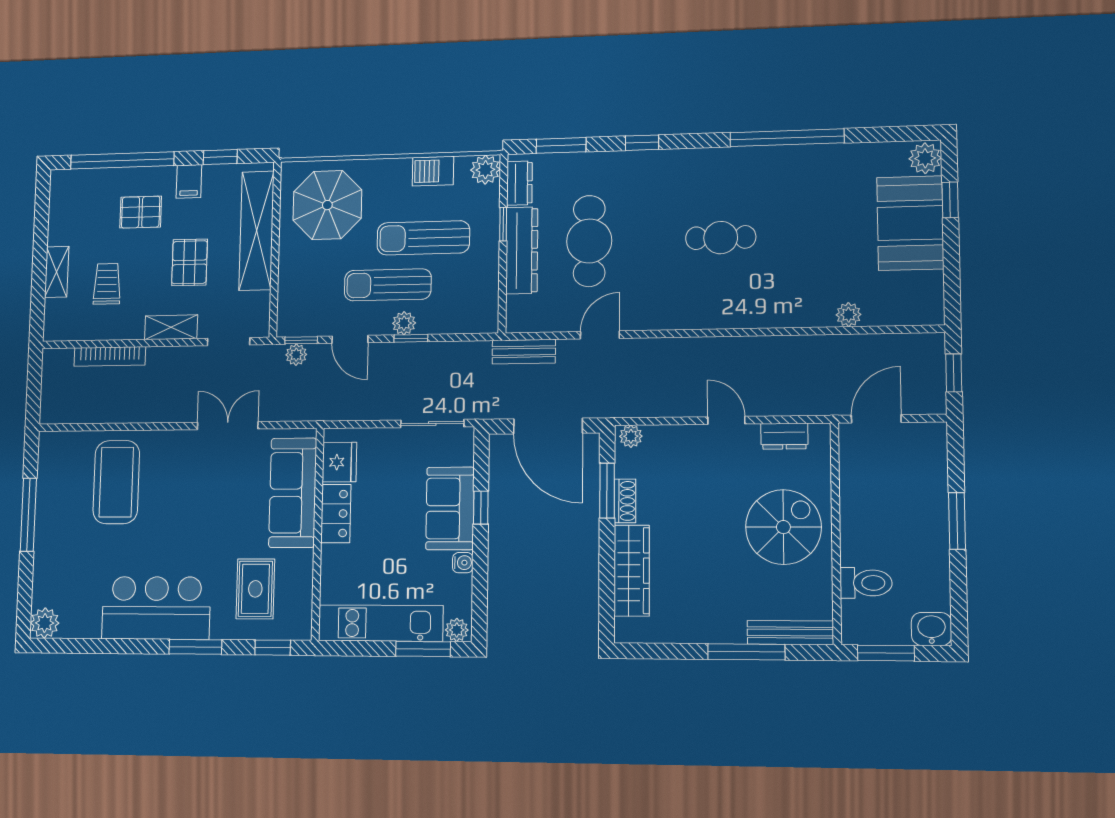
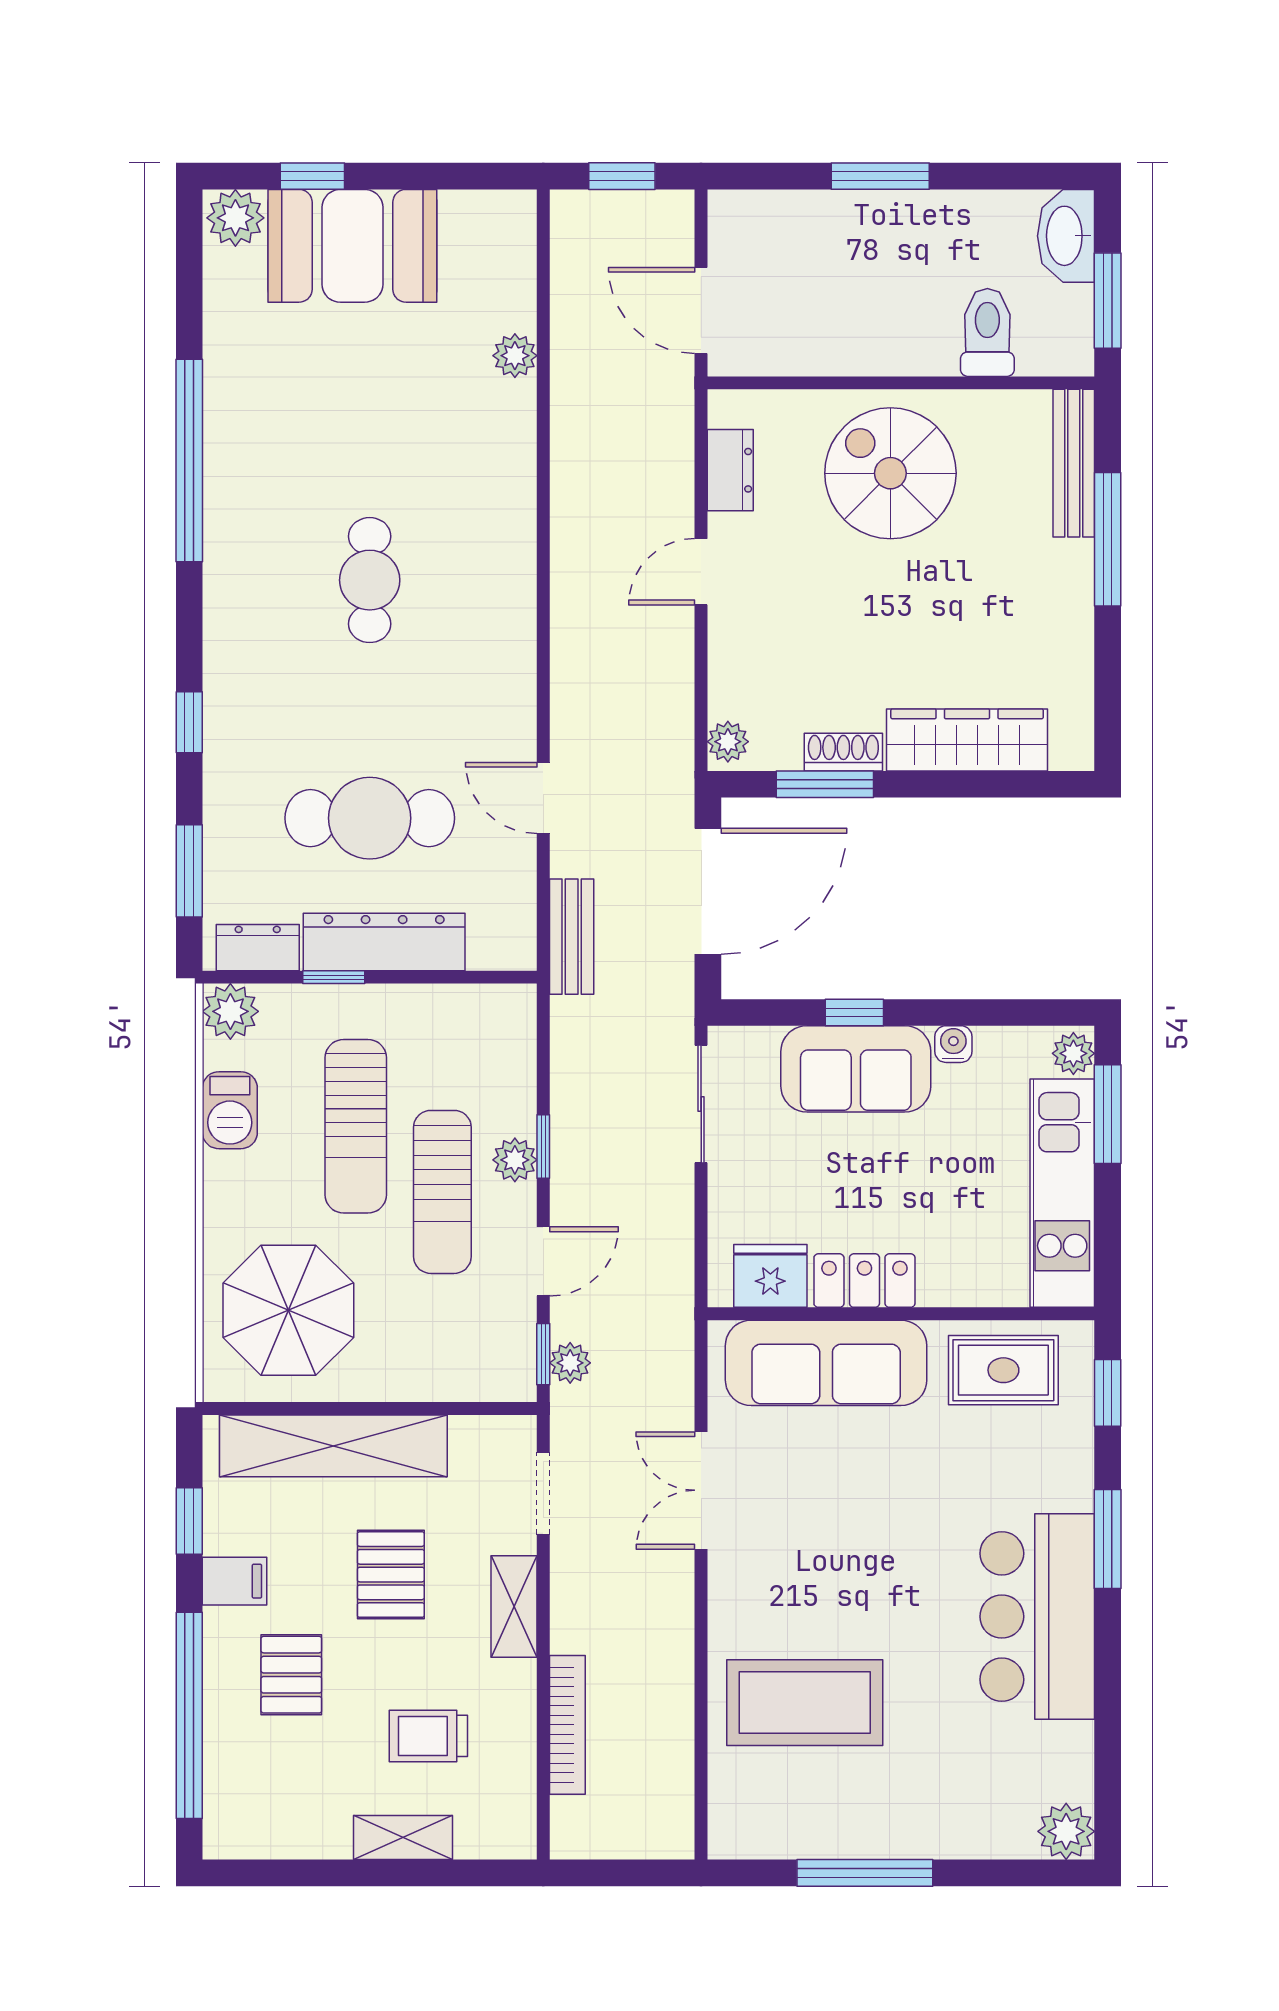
pallet: (190, 262) -> (391, 1575), turned 90
rug: (255, 589) -> (1003, 1370), moved
washbasin: (932, 629) -> (1066, 236), width x1.38

